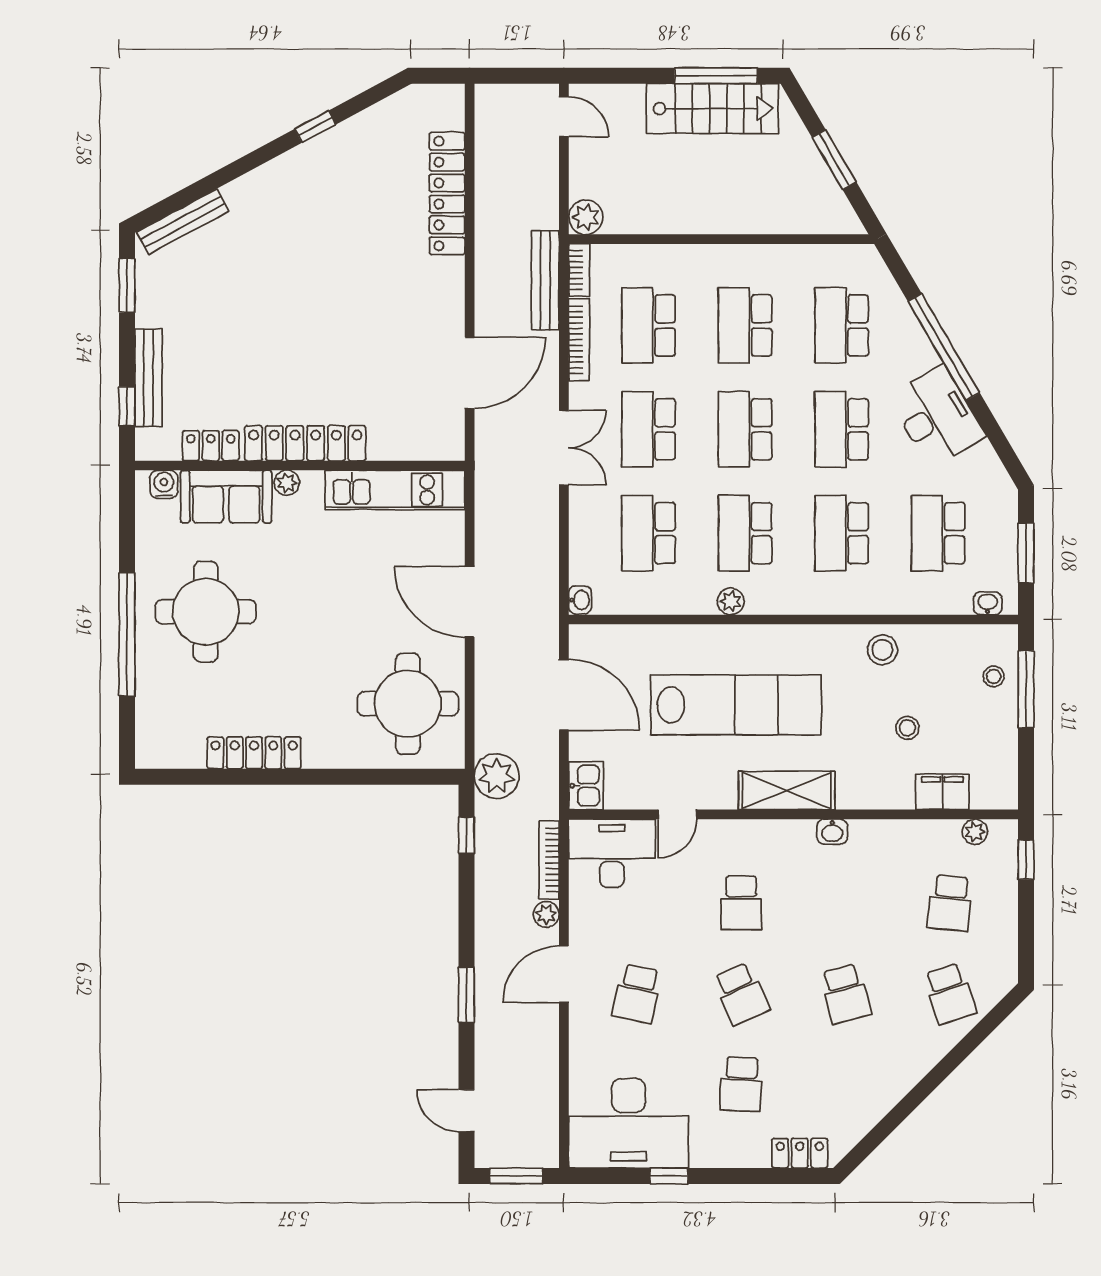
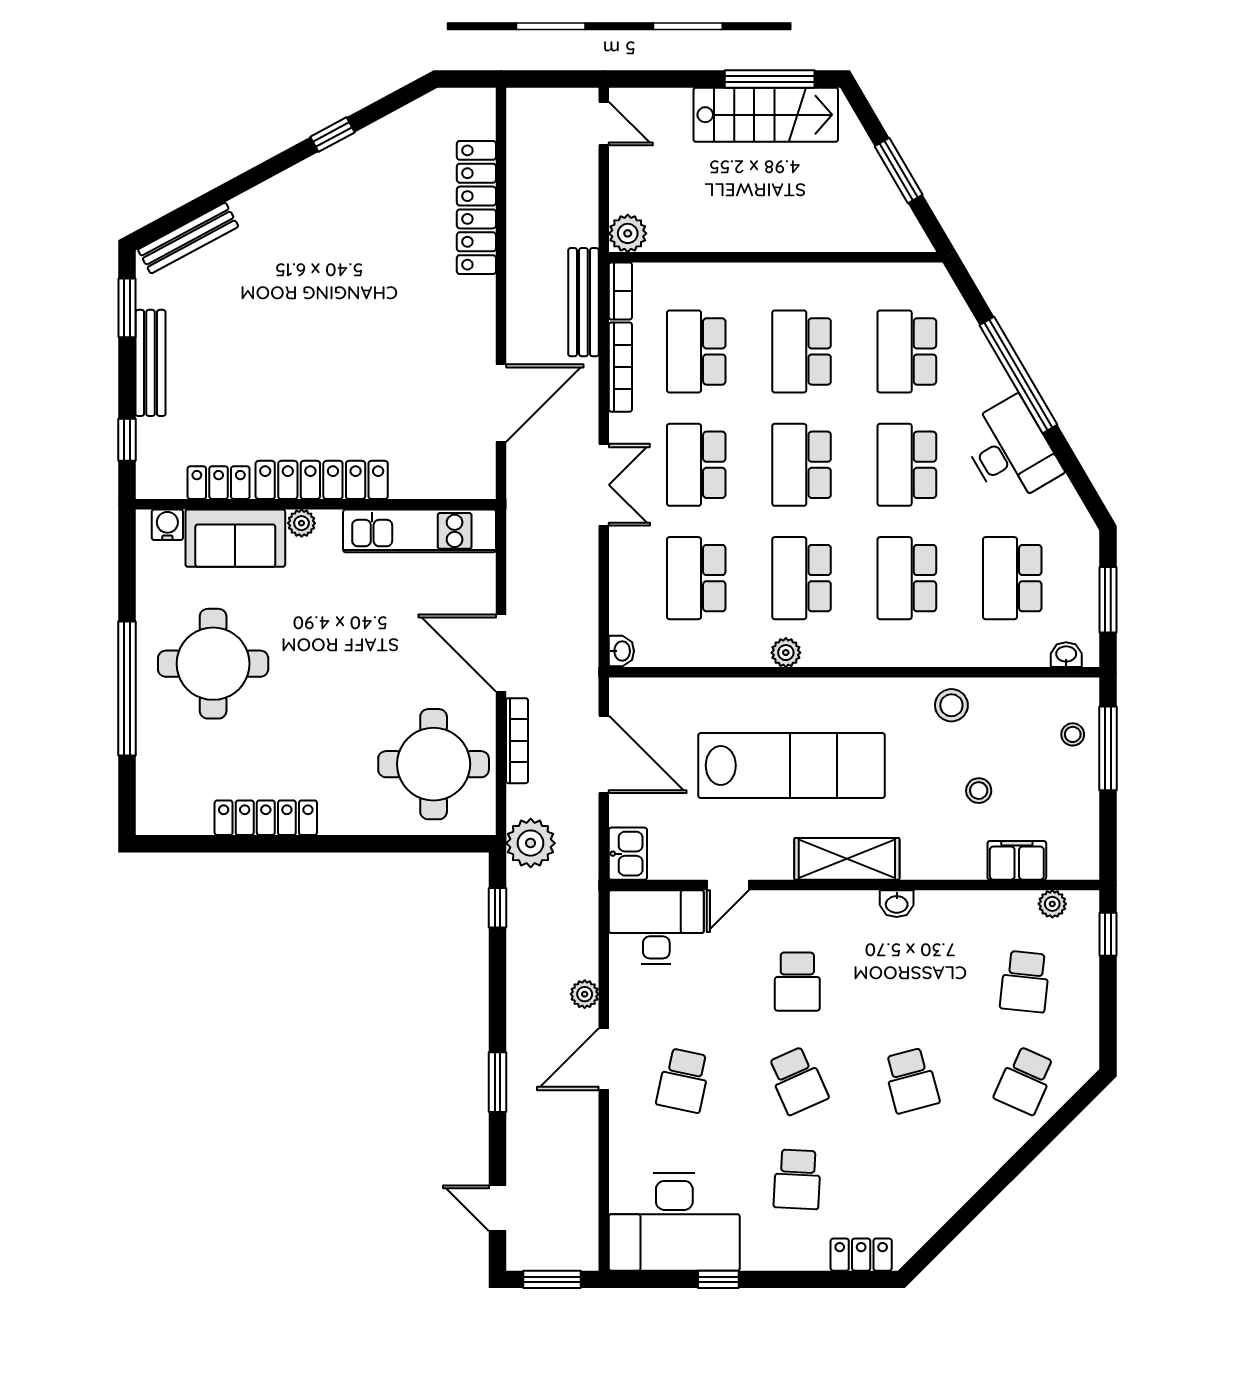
bench: (148, 378) -> (151, 363), moved
bookcase: (549, 860) -> (517, 741), moved, turned 180
school desk: (950, 994) -> (1025, 1080), turned 42

